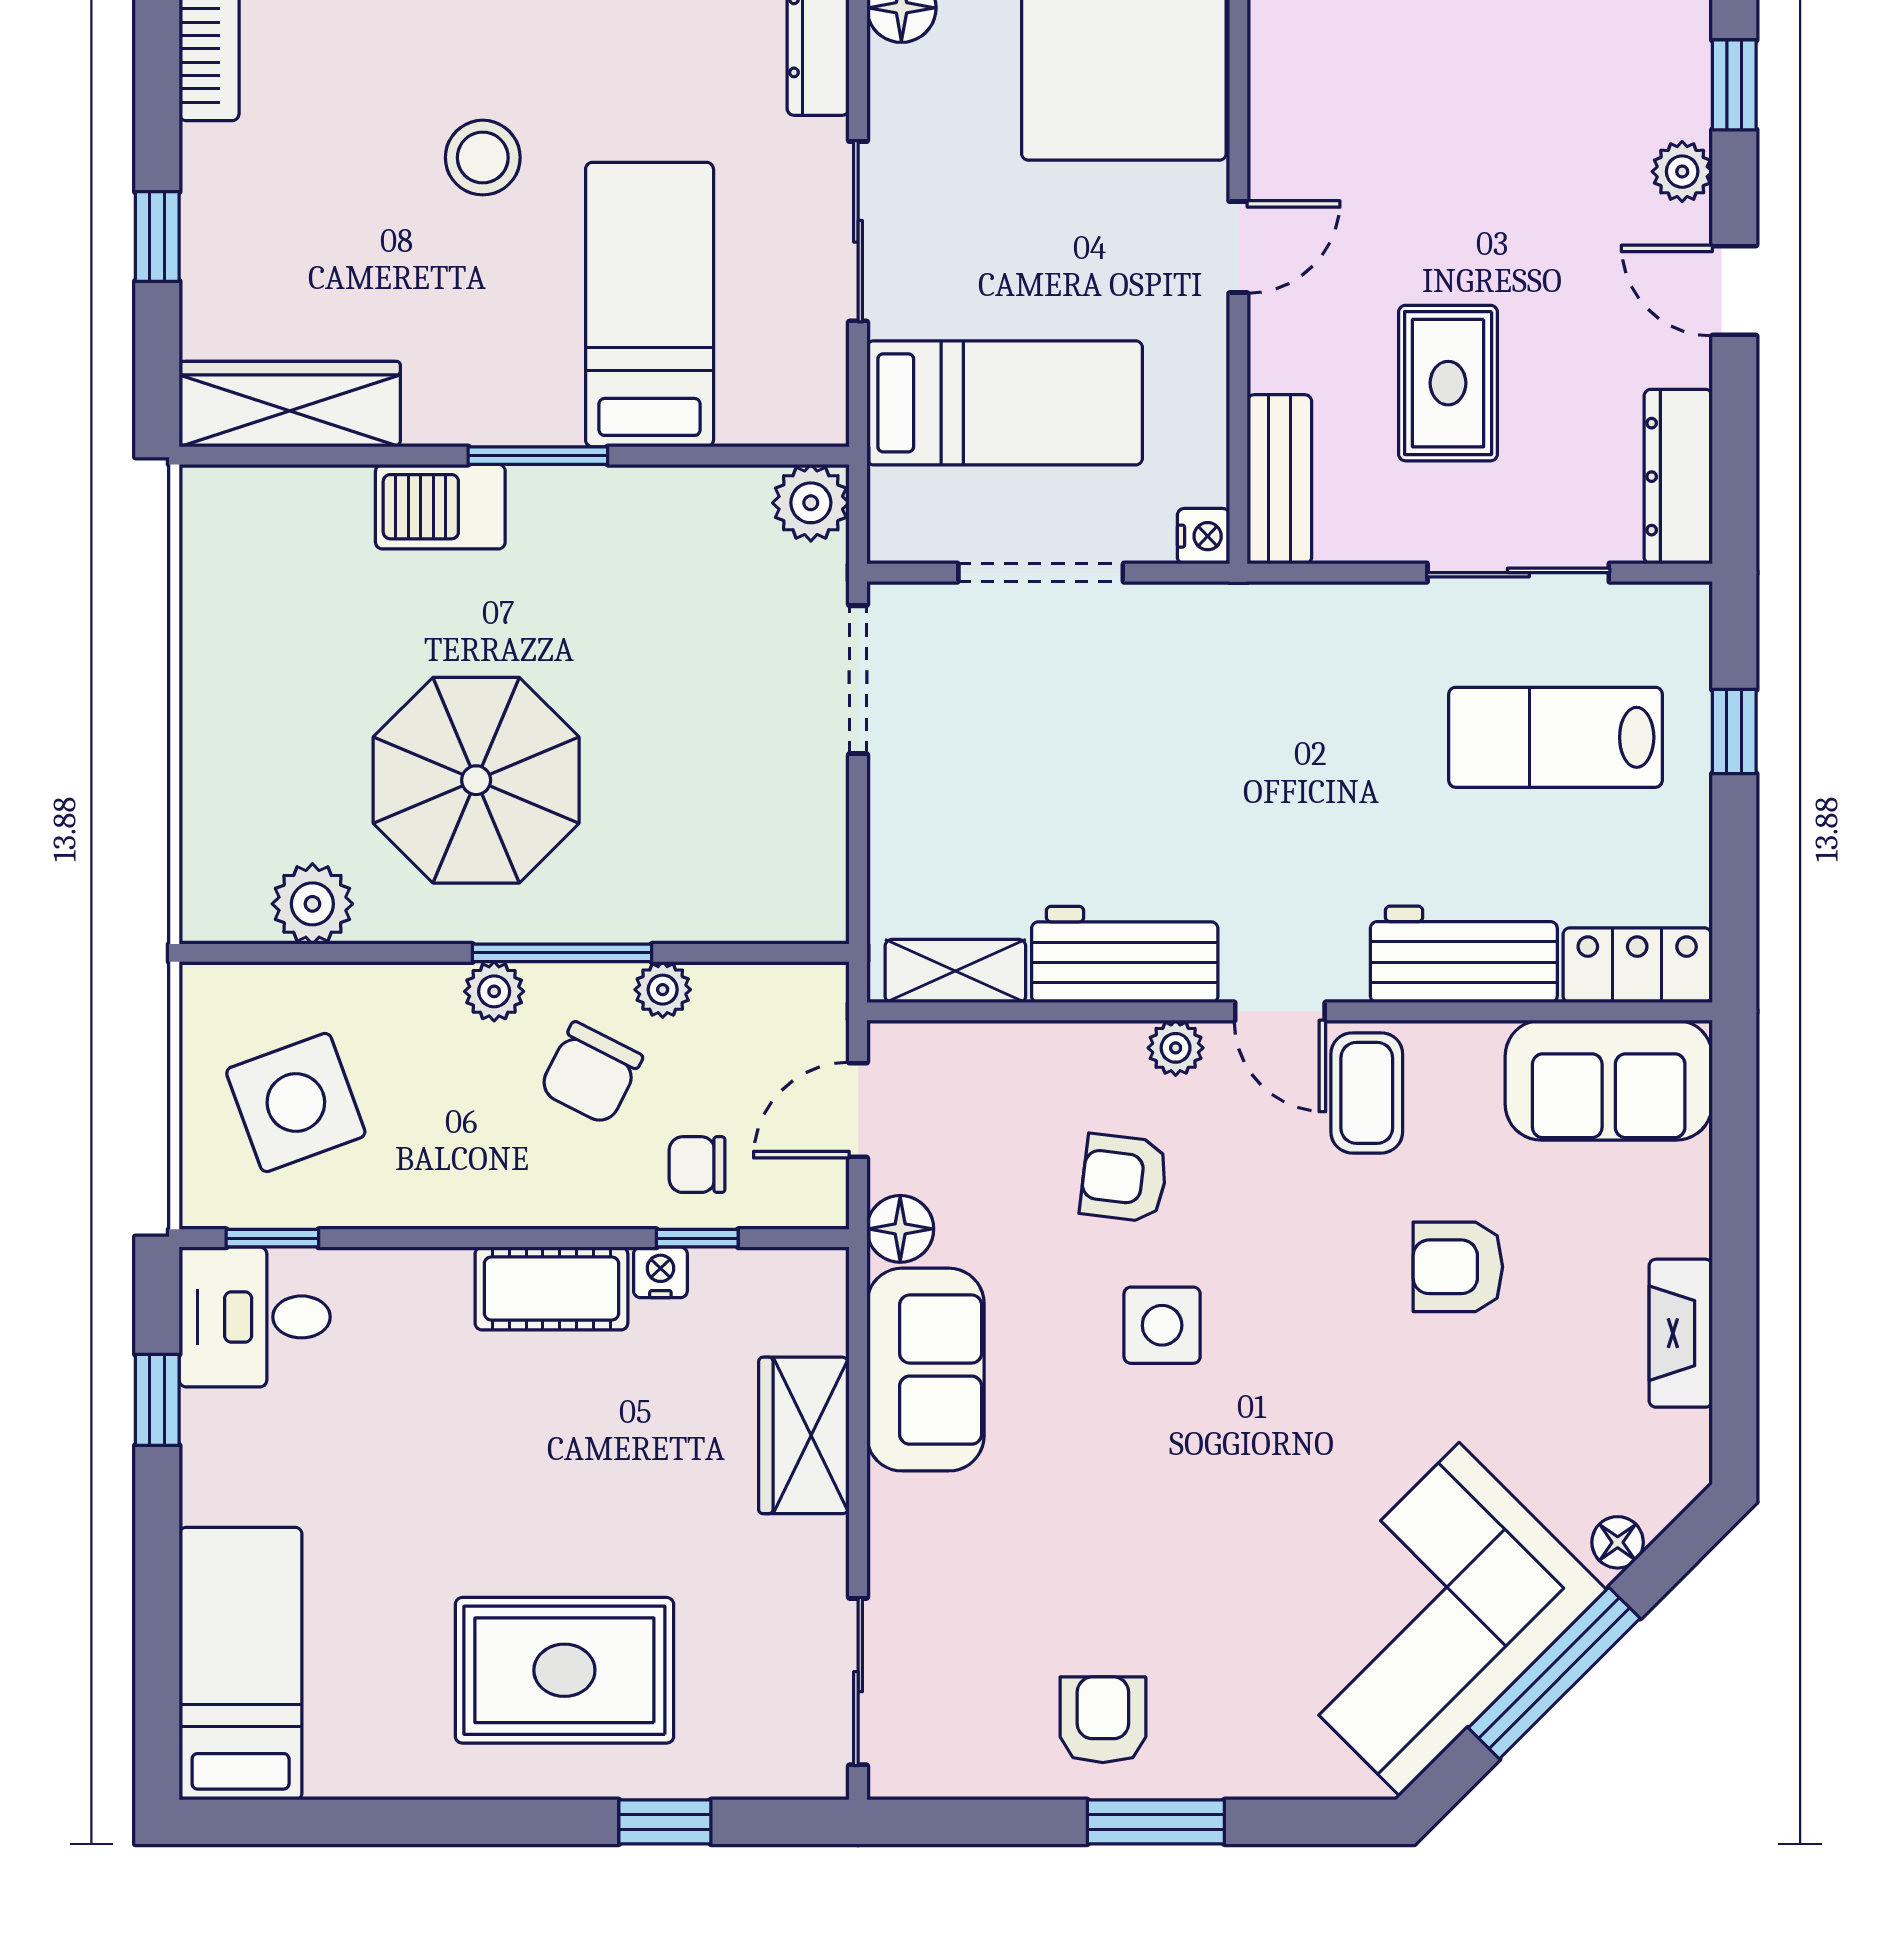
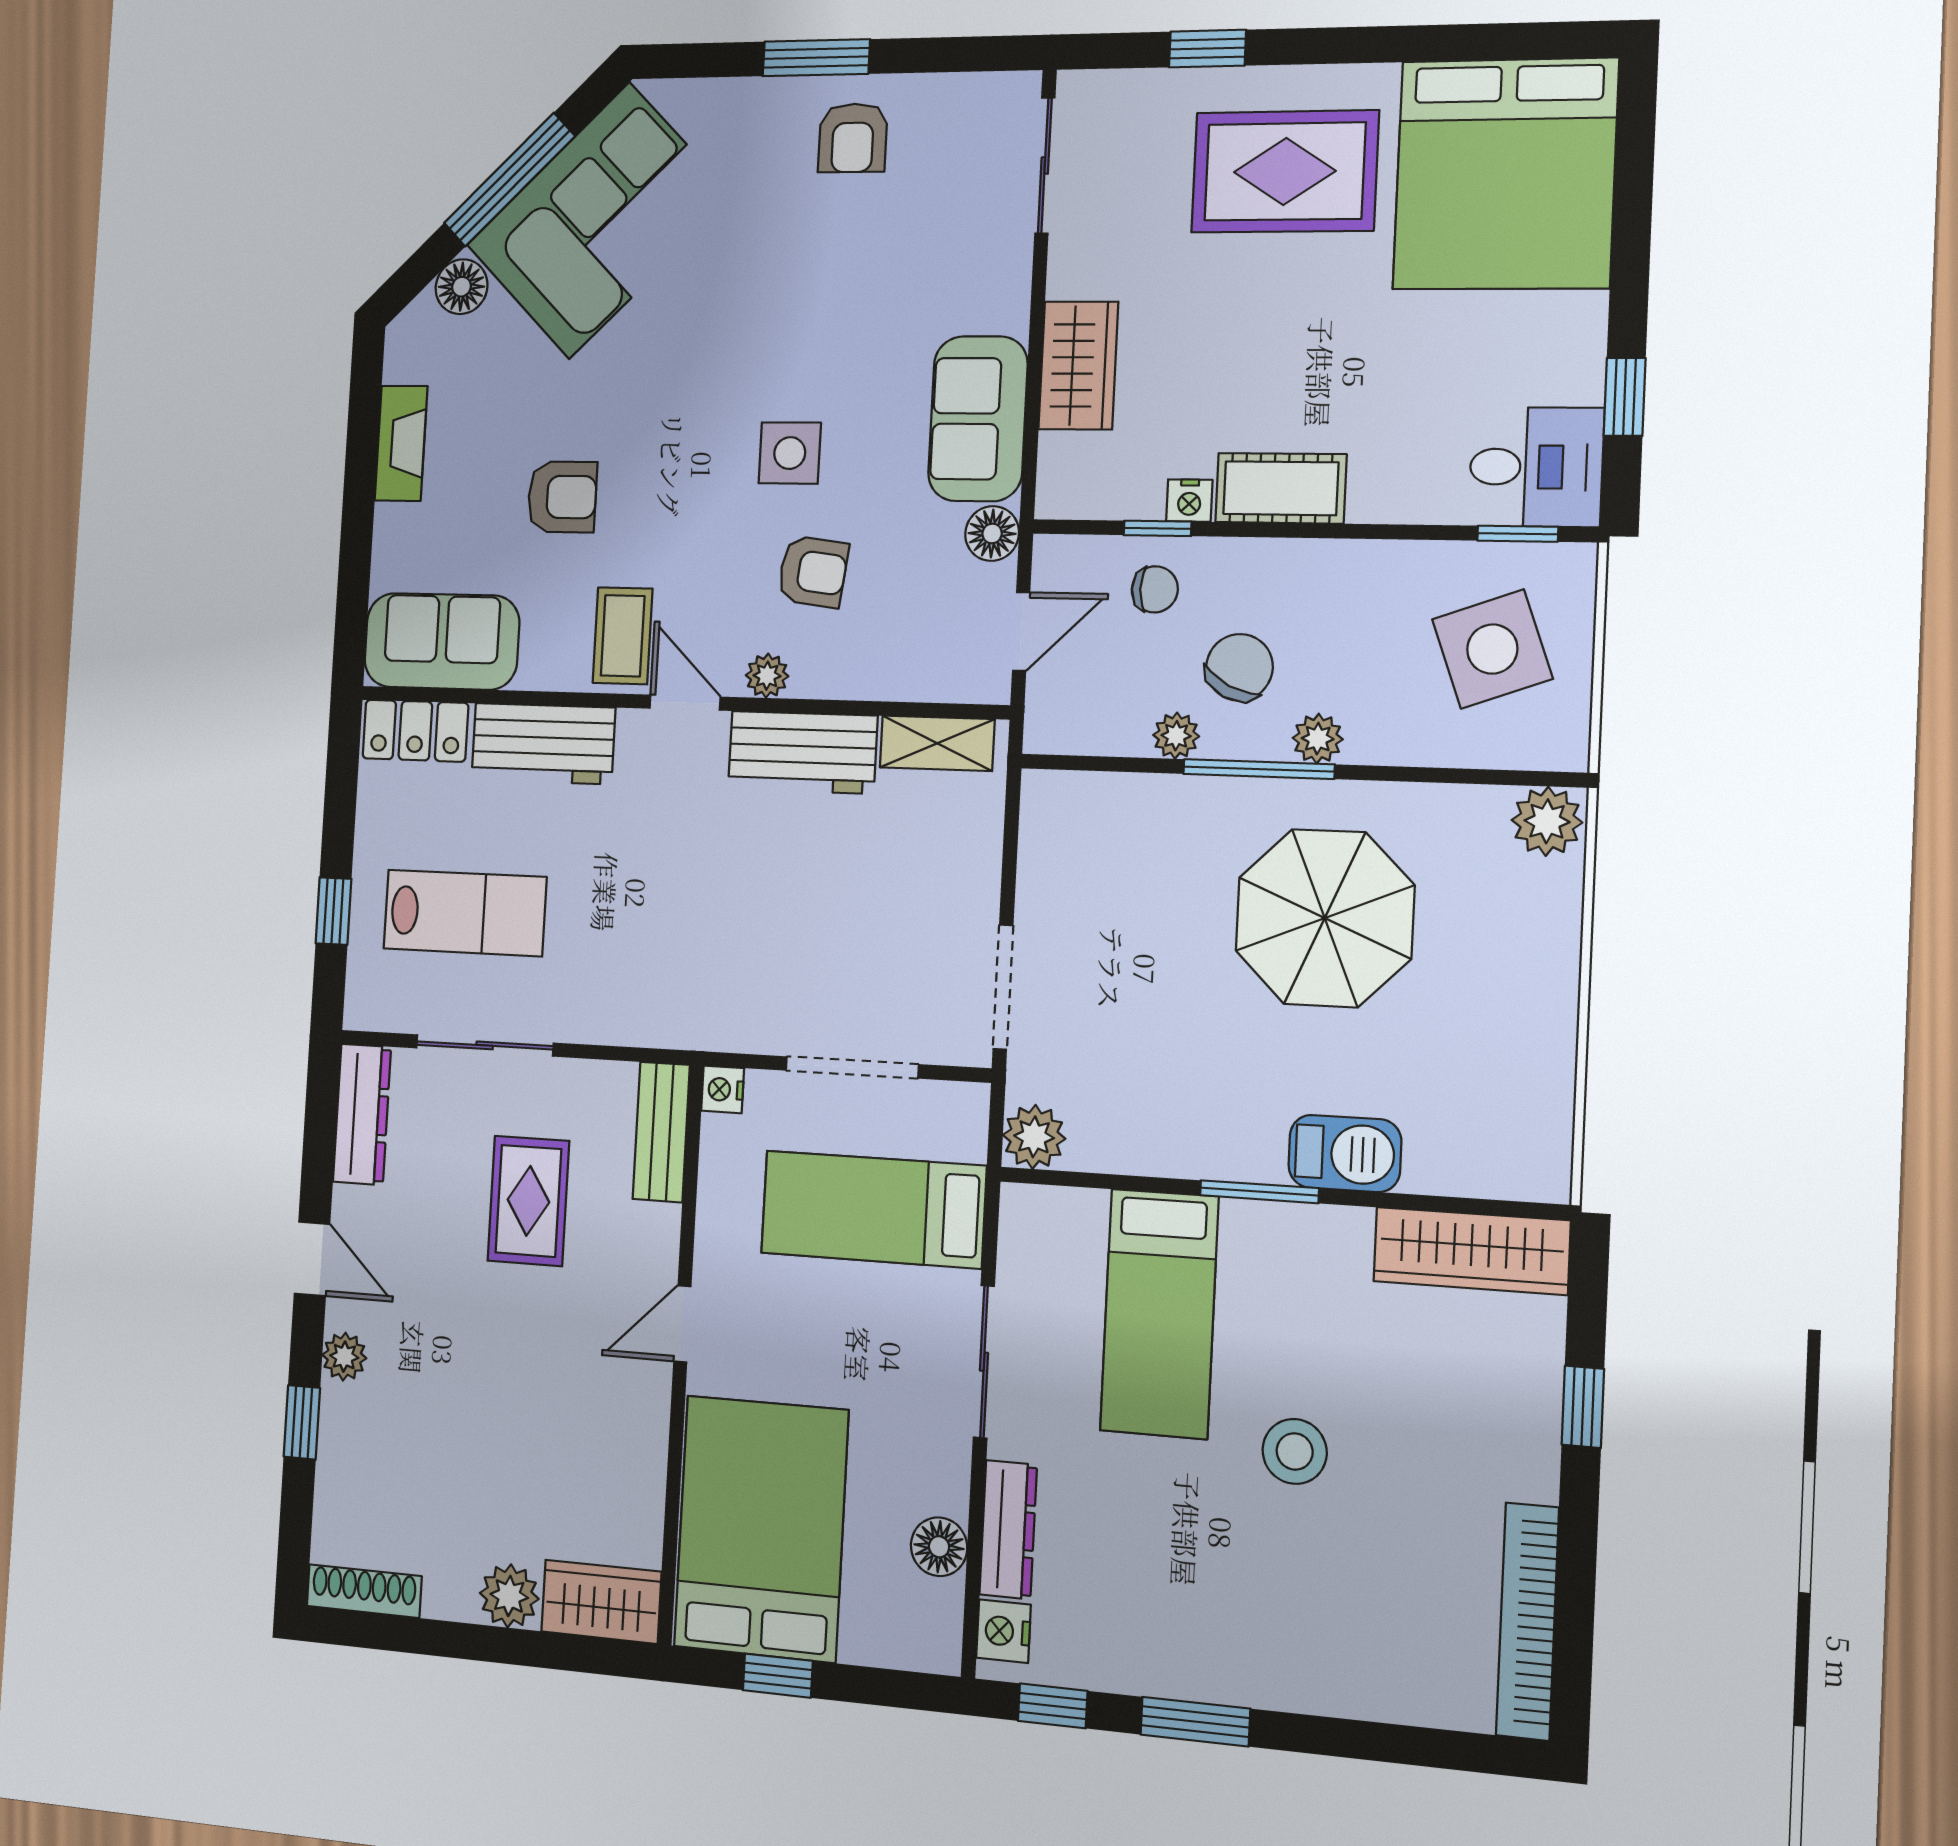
plant: (312, 904) -> (1547, 821), moved
floor lamp: (1618, 1542) -> (462, 287), width x1.37, depth x1.37
bed: (241, 1664) -> (1505, 174), width x2.04

